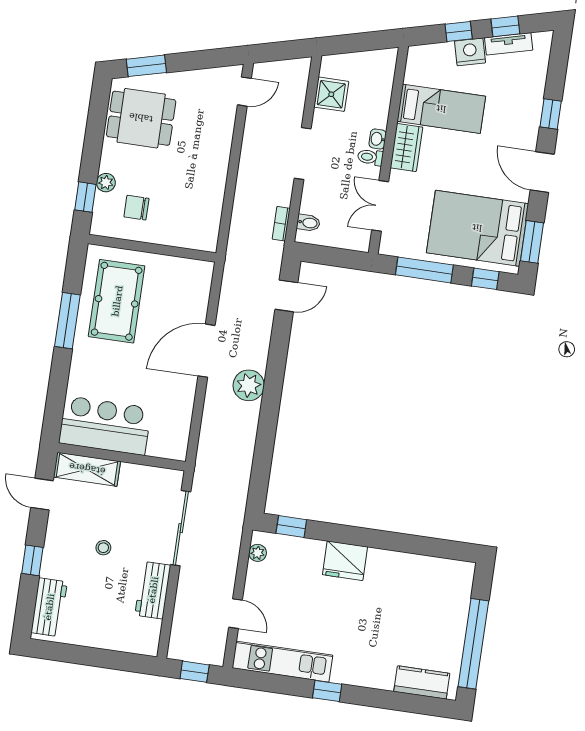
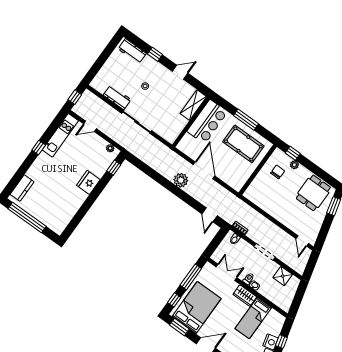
bar counter: (105, 426) -> (207, 122), moved
wall: (122, 457) -> (191, 122), moved
shelving: (87, 469) -> (193, 105), moved

